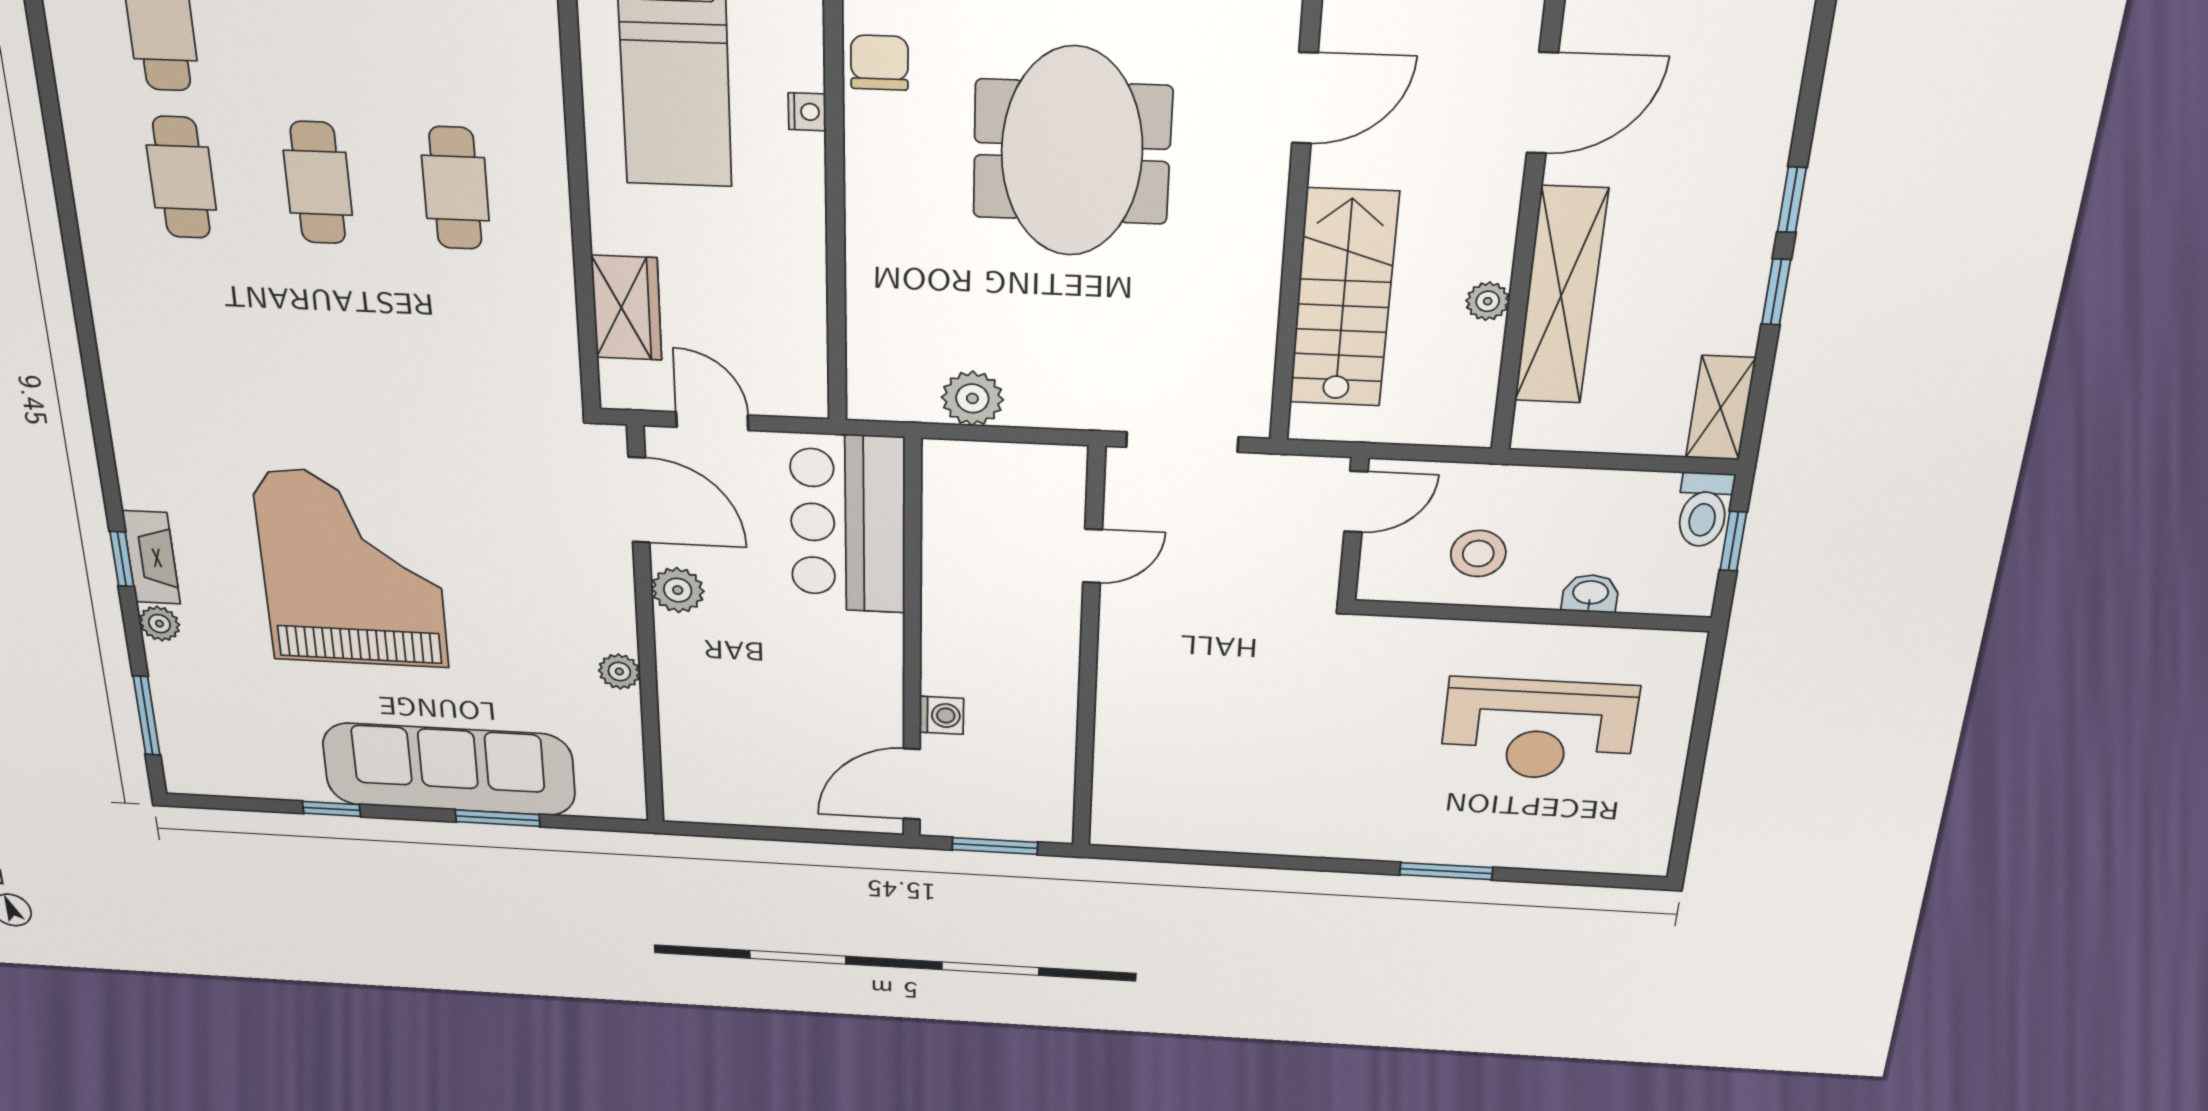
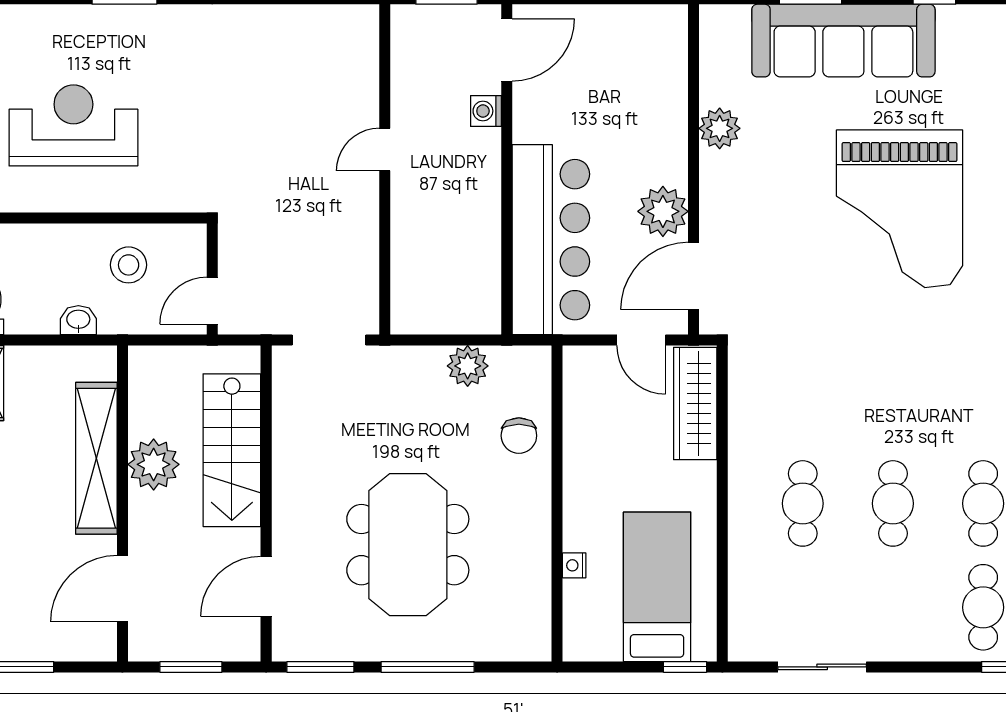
chair: (879, 63) -> (519, 436), moved
plant: (1488, 301) -> (154, 464), width x1.87, depth x1.87
wardrobe: (627, 308) -> (695, 403), width x1.50
door: (639, 500) -> (694, 276), hinge flipped
bar counter: (848, 524) -> (551, 240), width x1.36
door: (1093, 556) -> (385, 150), moved
plant: (678, 590) -> (663, 211), width x1.36, depth x1.36
washbasin: (1590, 593) -> (78, 320), moved, turned 180
plant: (619, 672) -> (720, 128), width x1.38, depth x1.38

